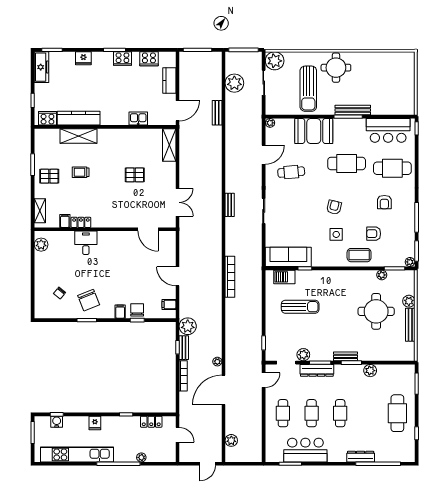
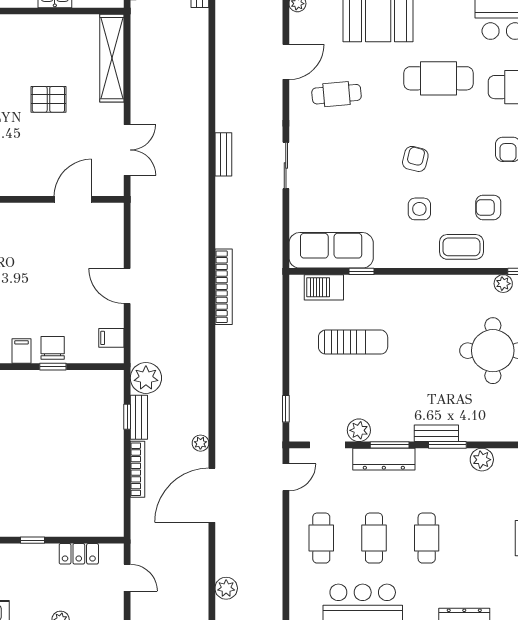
shelving: (169, 145) -> (112, 58), width x1.47
door: (148, 229) -> (73, 199), swing flipped

